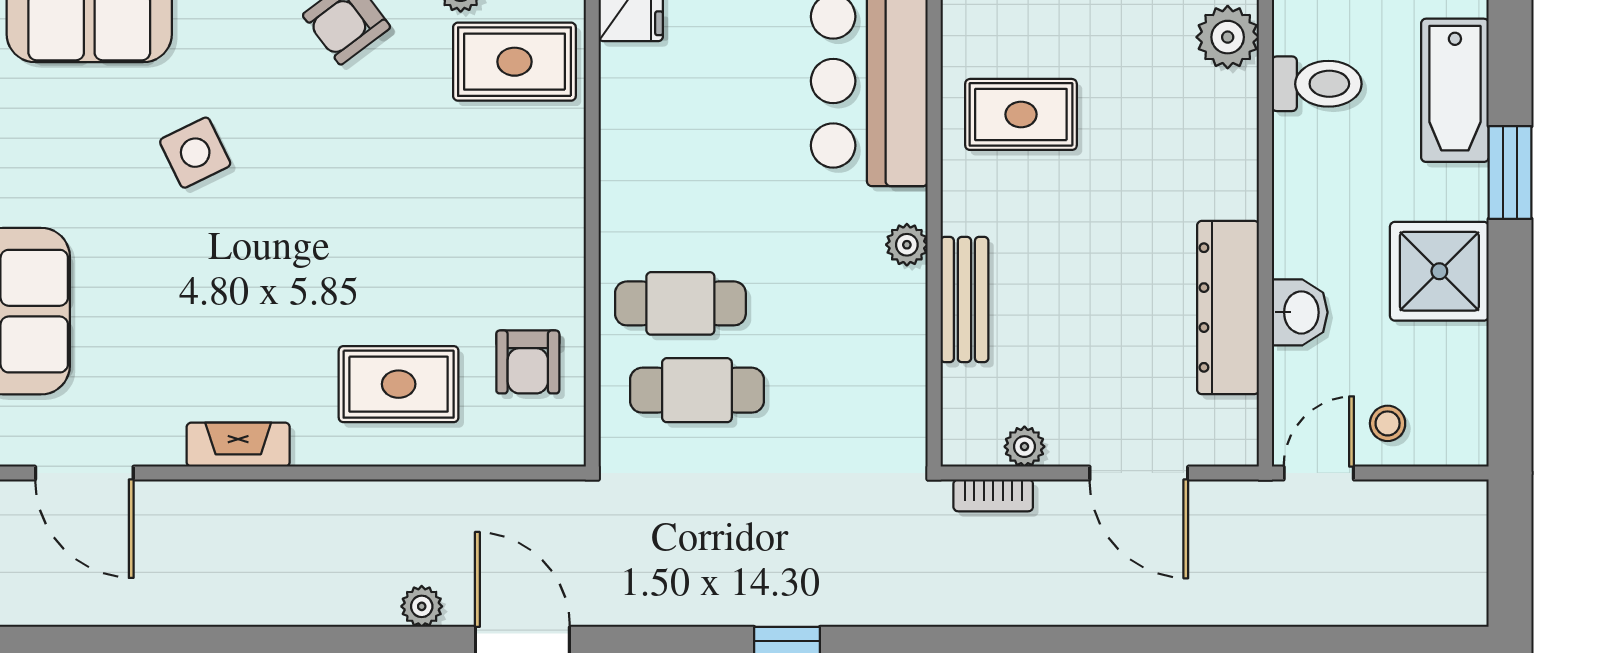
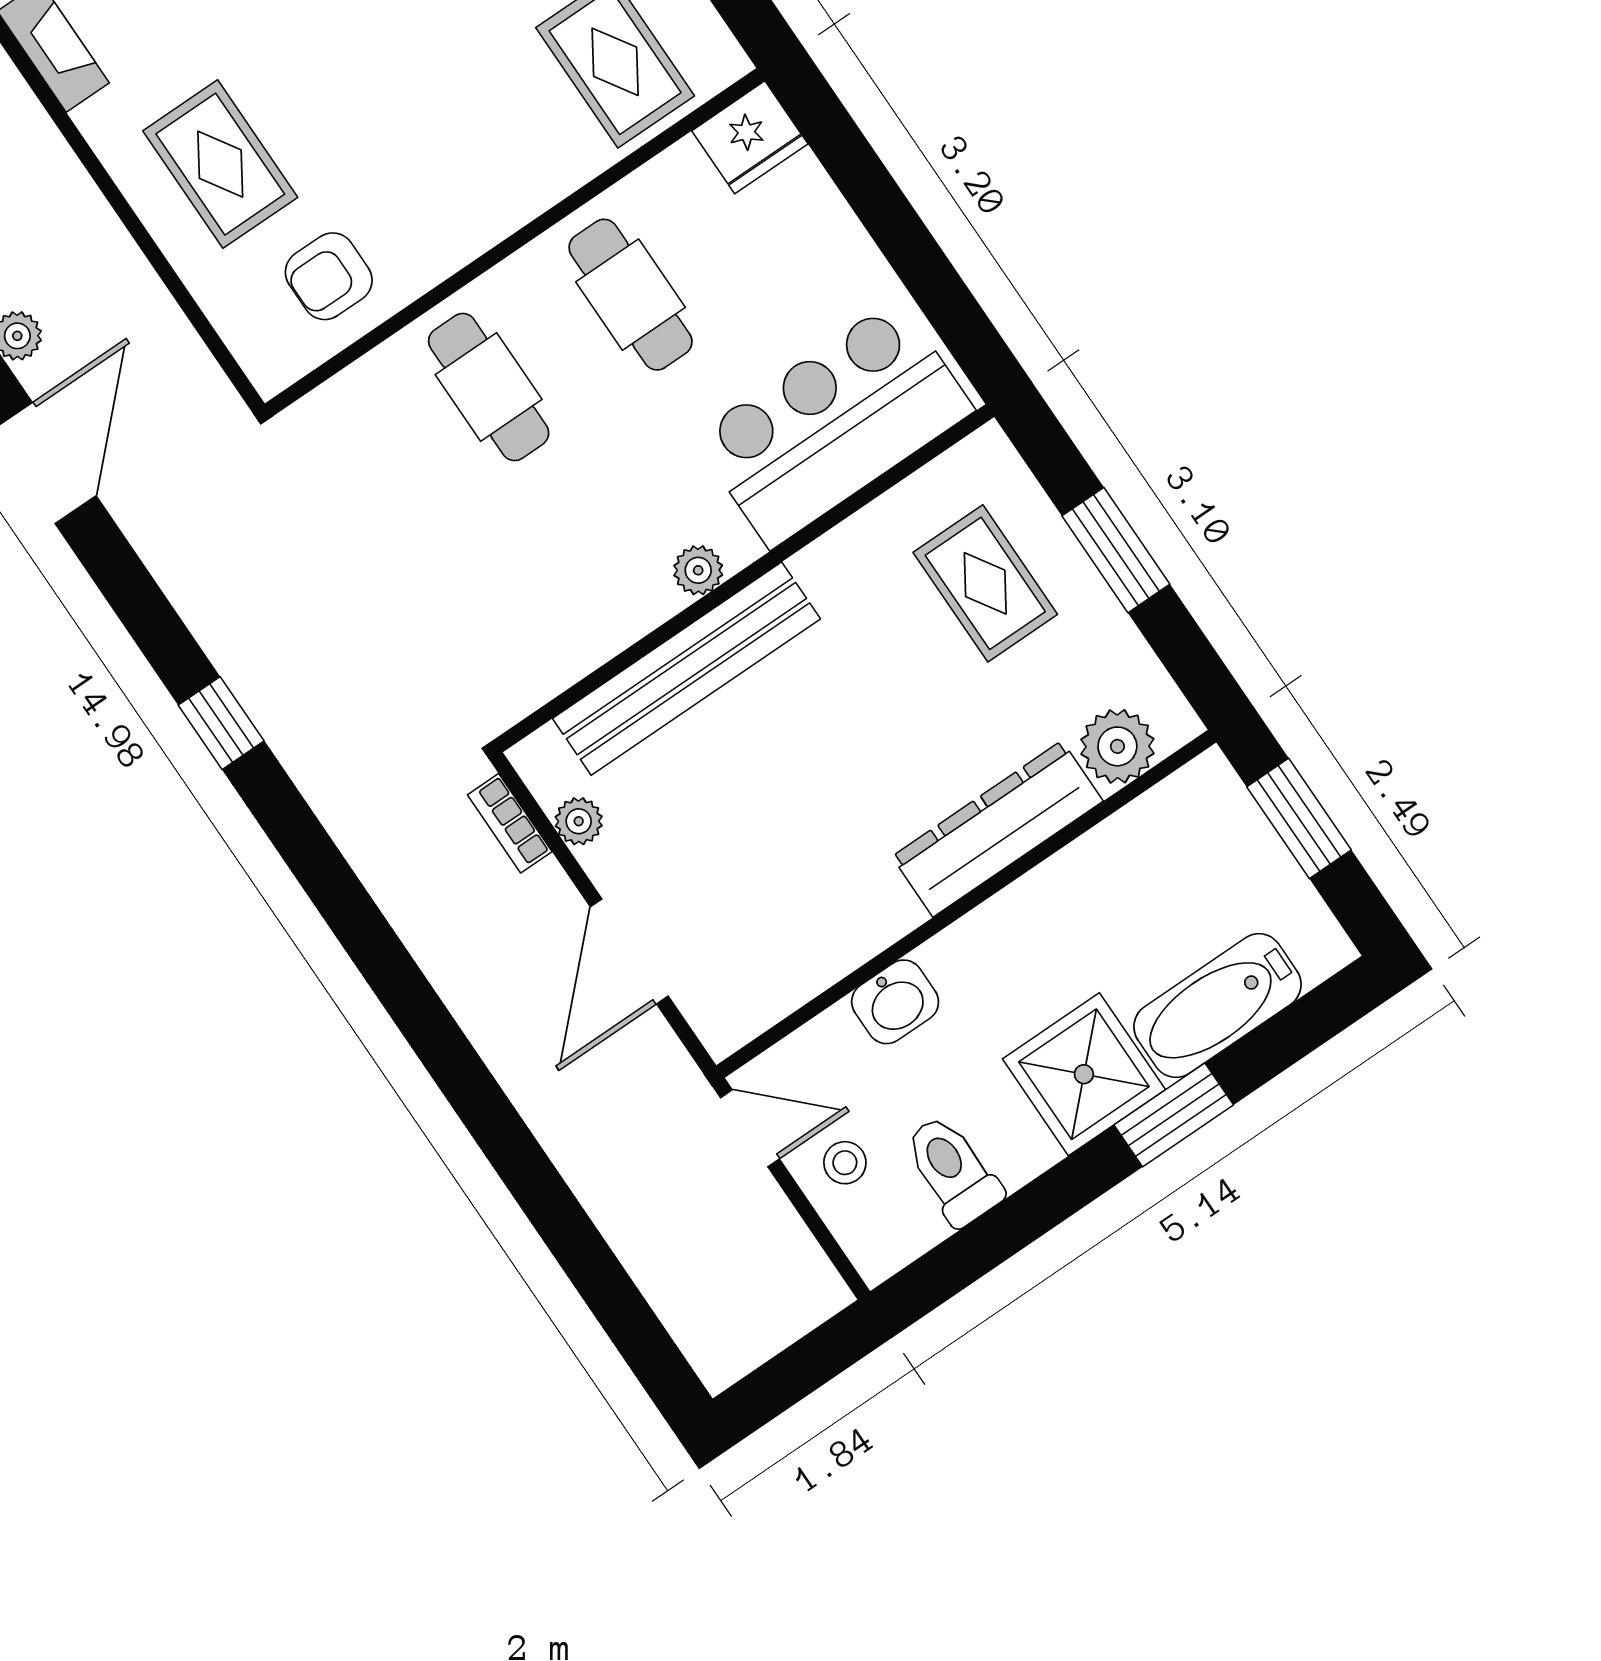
toilet: (1317, 84) -> (953, 1170), moved, turned 180
rug: (1021, 114) -> (985, 583), moved
shower: (1439, 271) -> (1084, 1074), moved
bench: (964, 299) -> (686, 669), width x1.86, depth x1.21
dresser: (1228, 308) -> (997, 829), moved
cafe table: (697, 390) -> (631, 295), moved

